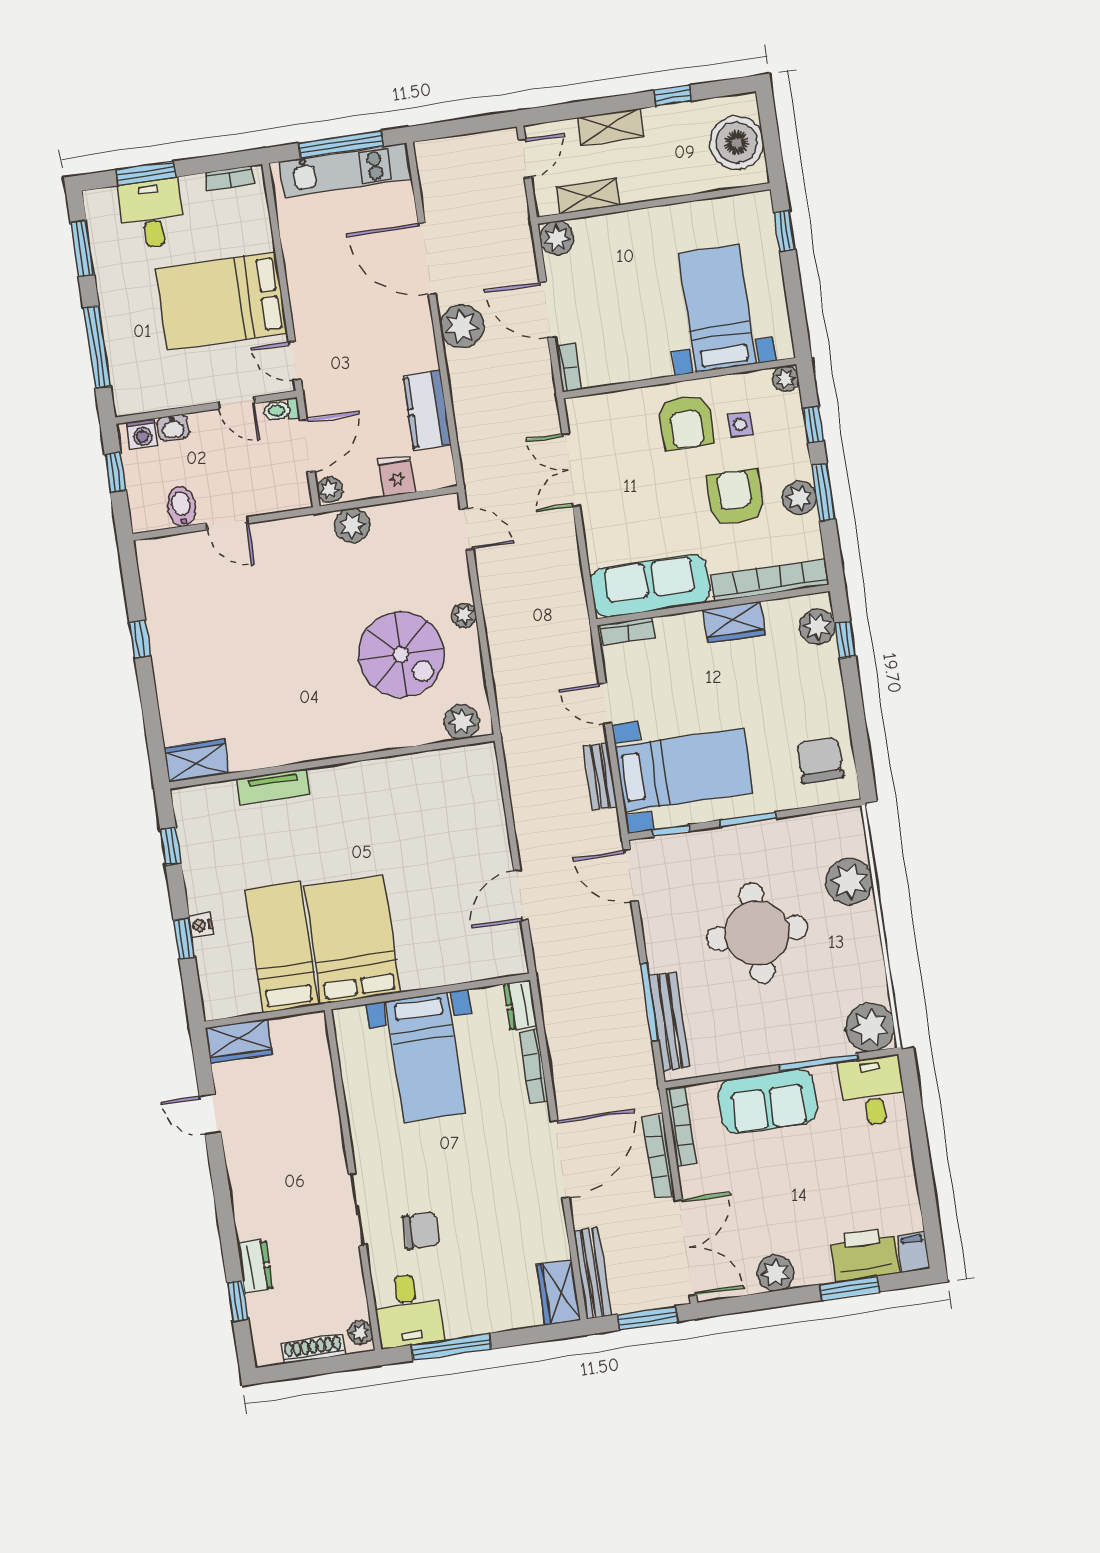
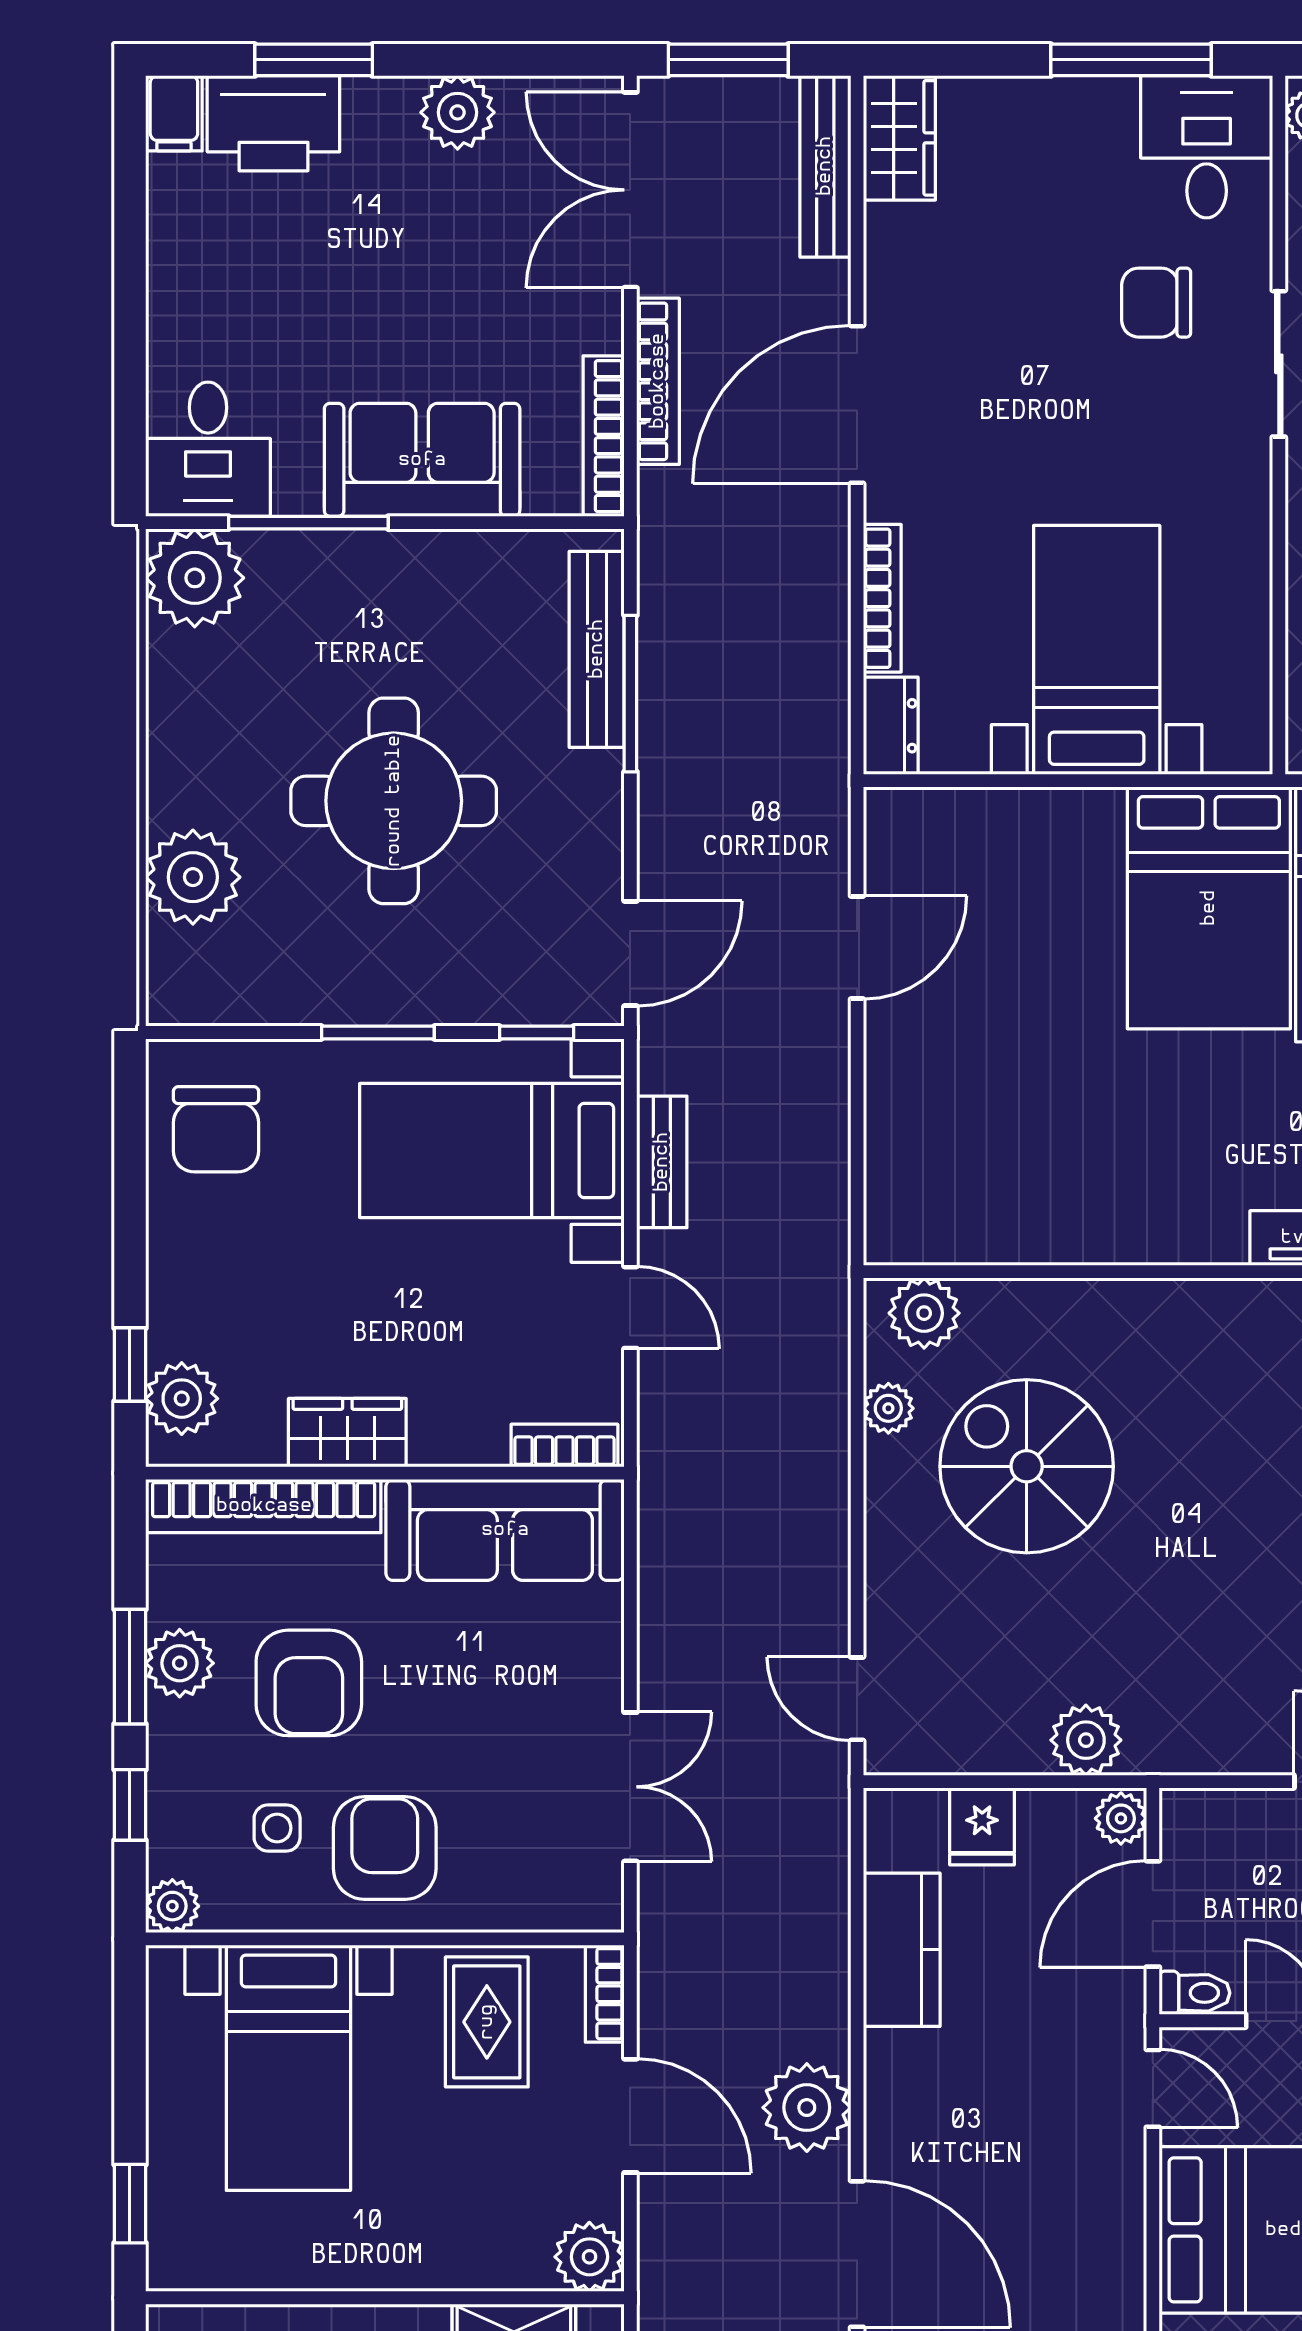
rug: (624, 345) -> (487, 2022), added
plant: (464, 615) -> (888, 1408), moved
door: (631, 876) -> (630, 953), hinge flipped

